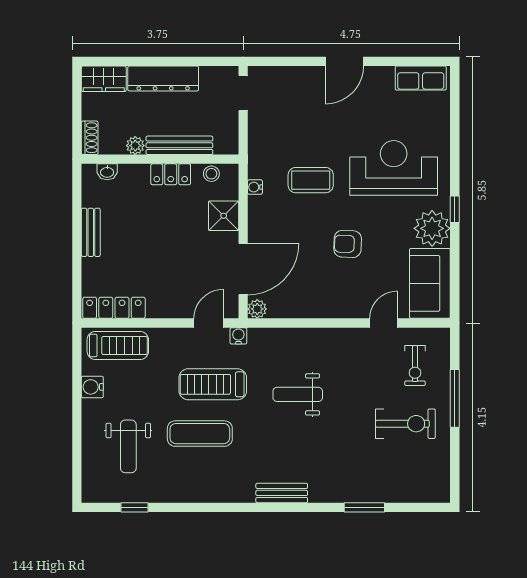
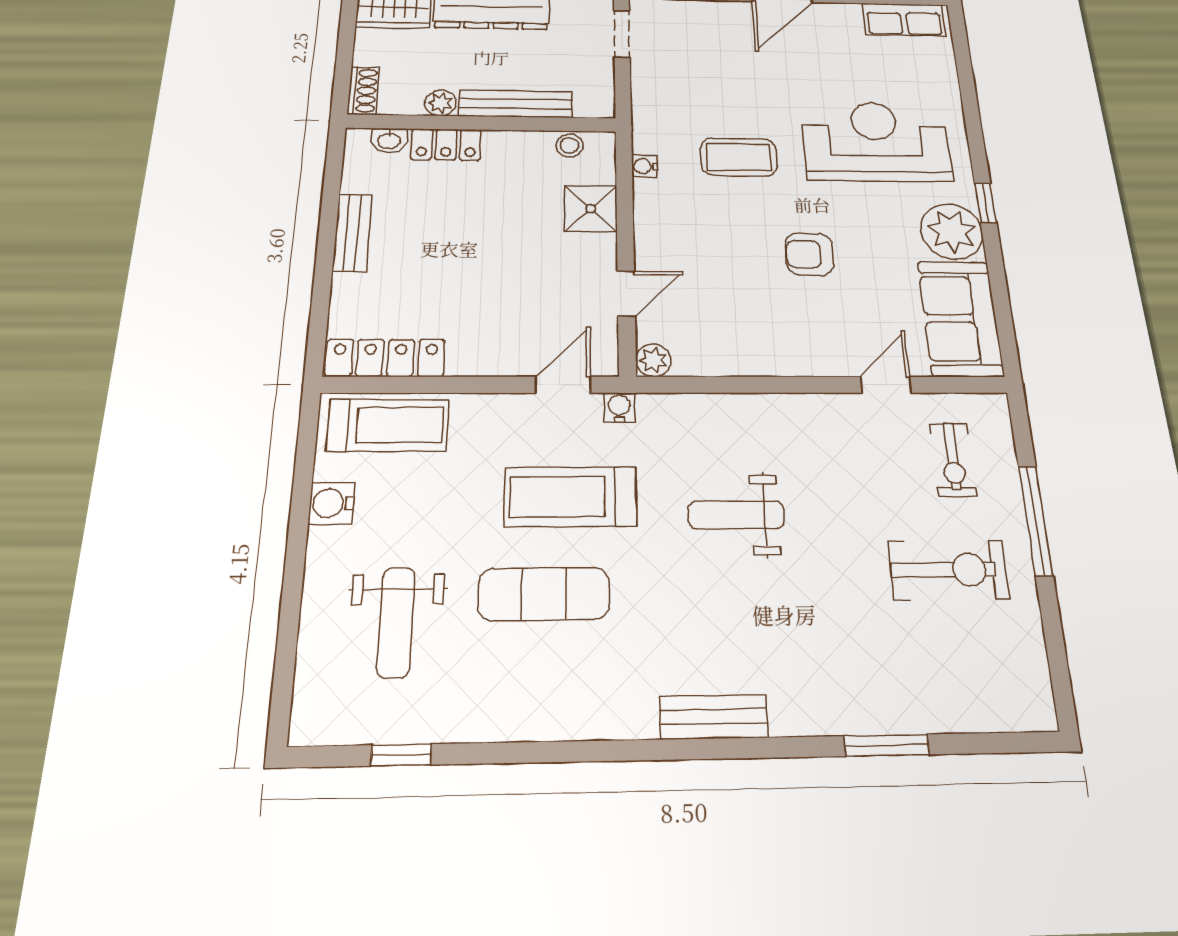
locker: (171, 174) -> (446, 145), moved
door: (243, 269) -> (626, 294), width x0.53

